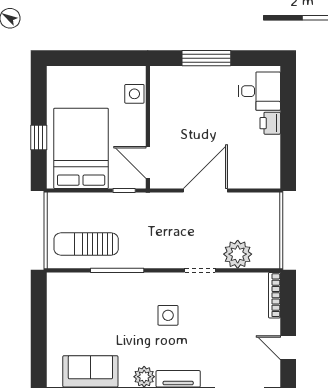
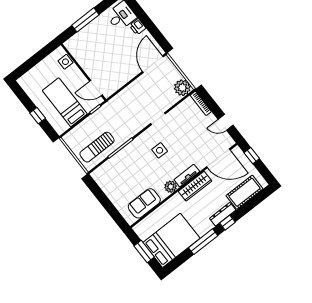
bed: (81, 148) -> (65, 102), width x0.67
door: (205, 191) -> (153, 64), moved
plant: (238, 254) -> (182, 88), moved

